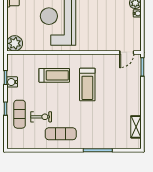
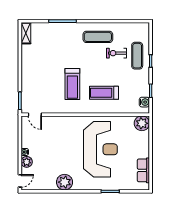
door: (127, 52) -> (35, 115), swing flipped
water cooler: (12, 82) -> (144, 102), moved
treadmill: (87, 85) -> (72, 84), turned 180
shelving: (136, 127) -> (26, 33), moved

